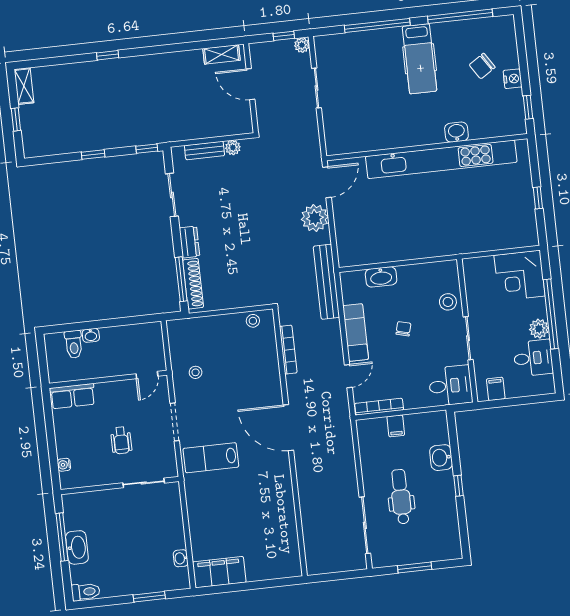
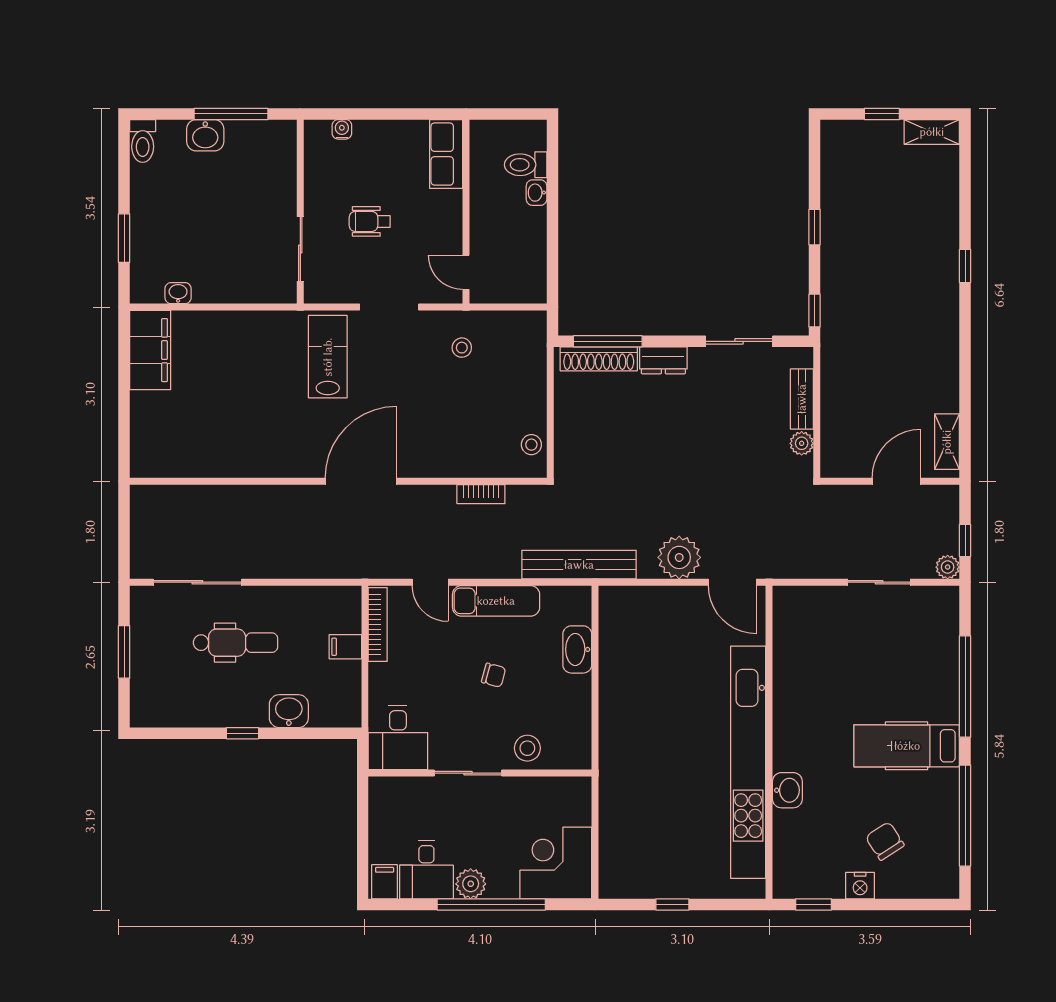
bookcase: (288, 350) -> (481, 494), width x0.64
filing cabinet: (496, 389) -> (385, 882), moved, turned -90
washbasin: (77, 547) -> (205, 135), width x0.72

